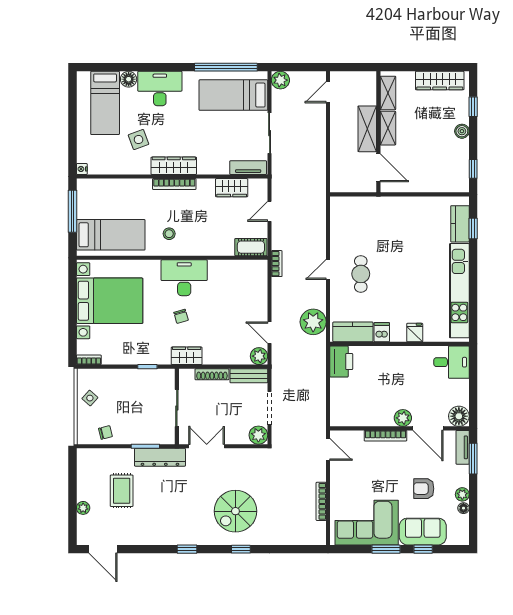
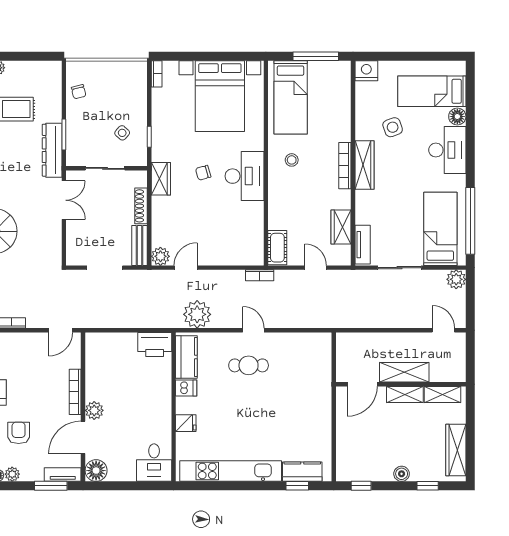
nightstand: (82, 169) -> (366, 71), width x1.89, depth x1.79
side table: (90, 398) -> (122, 133), moved
plant: (258, 435) -> (76, 256), removed

